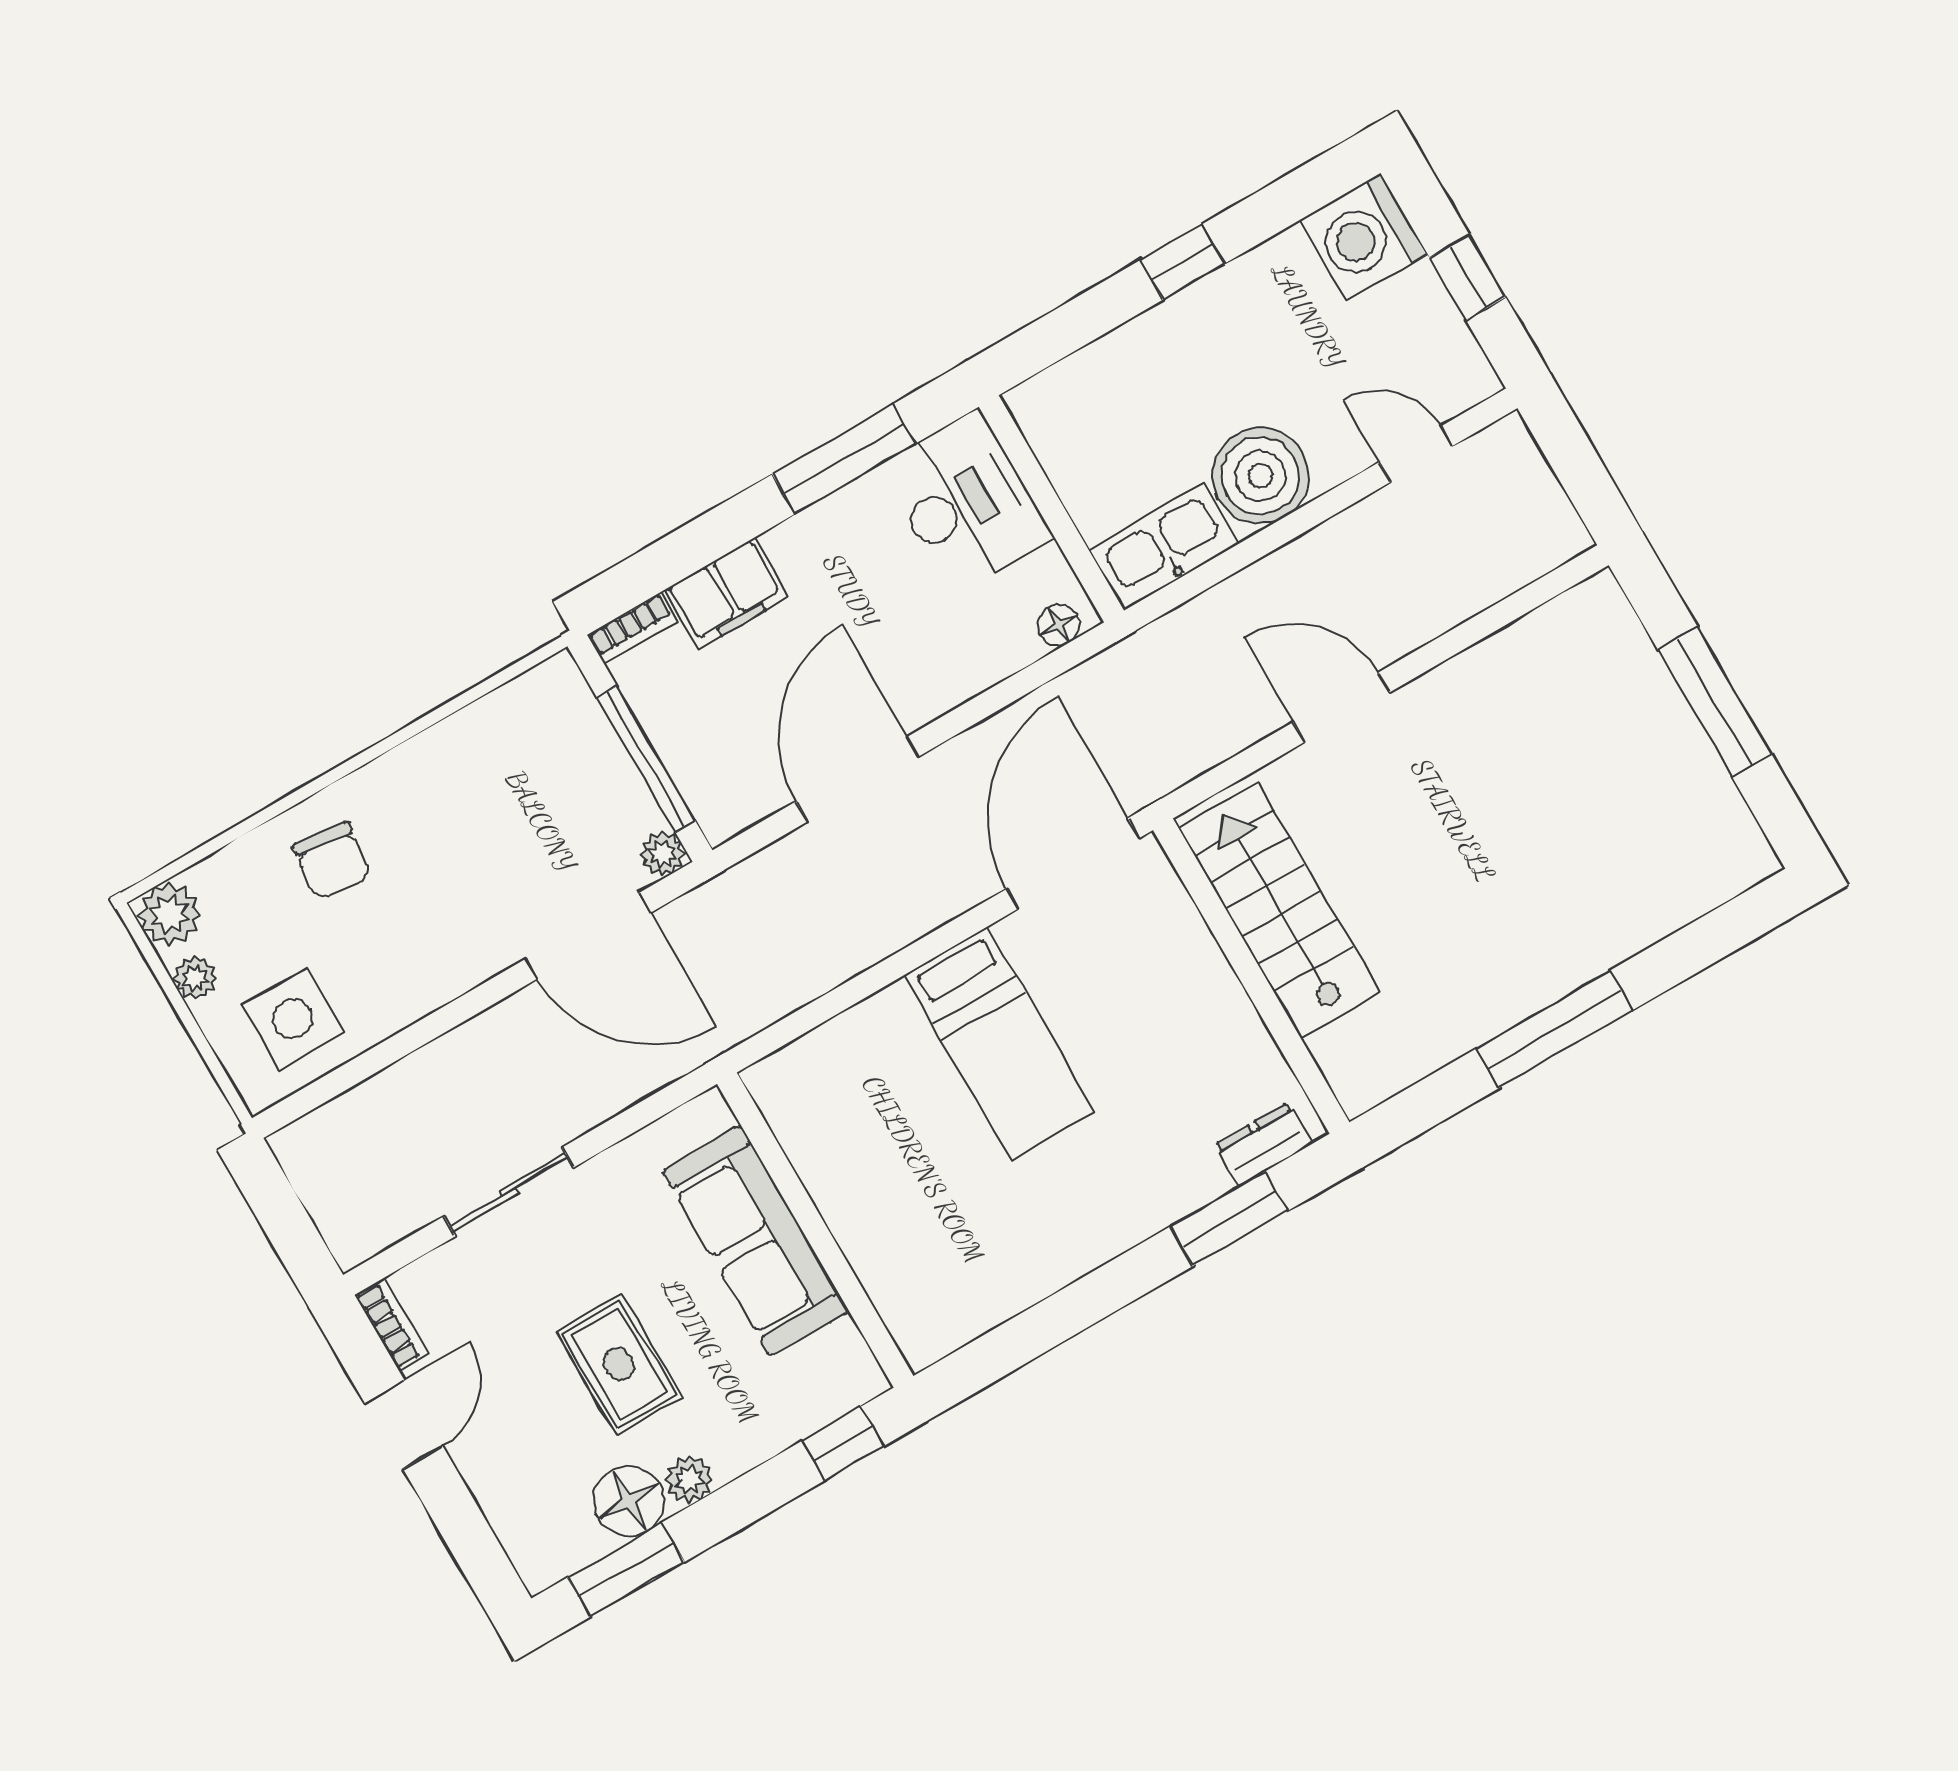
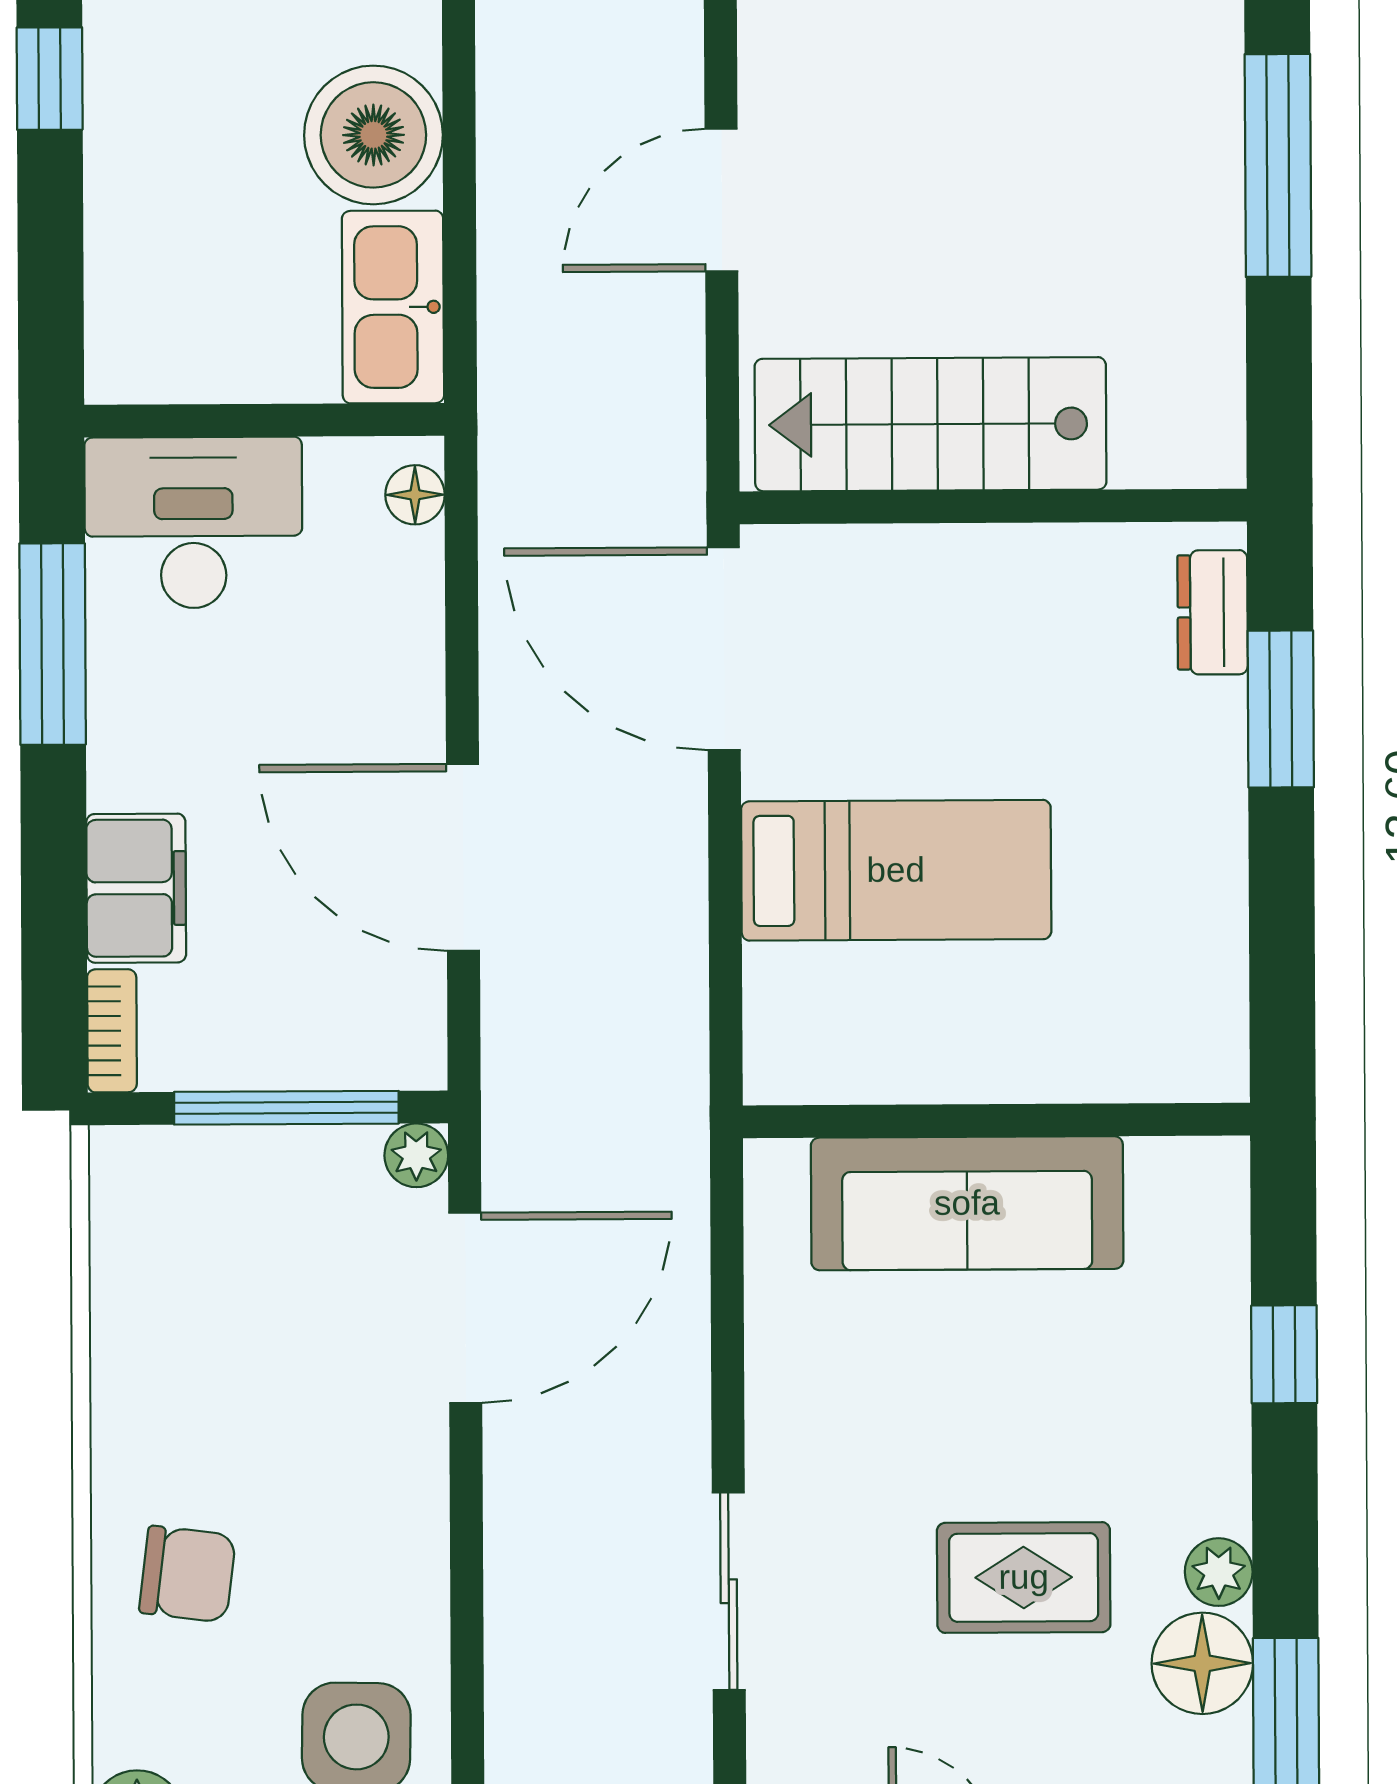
wall: (815, 1230) -> (996, 1120), moved
sofa: (755, 1241) -> (967, 1203), moved

